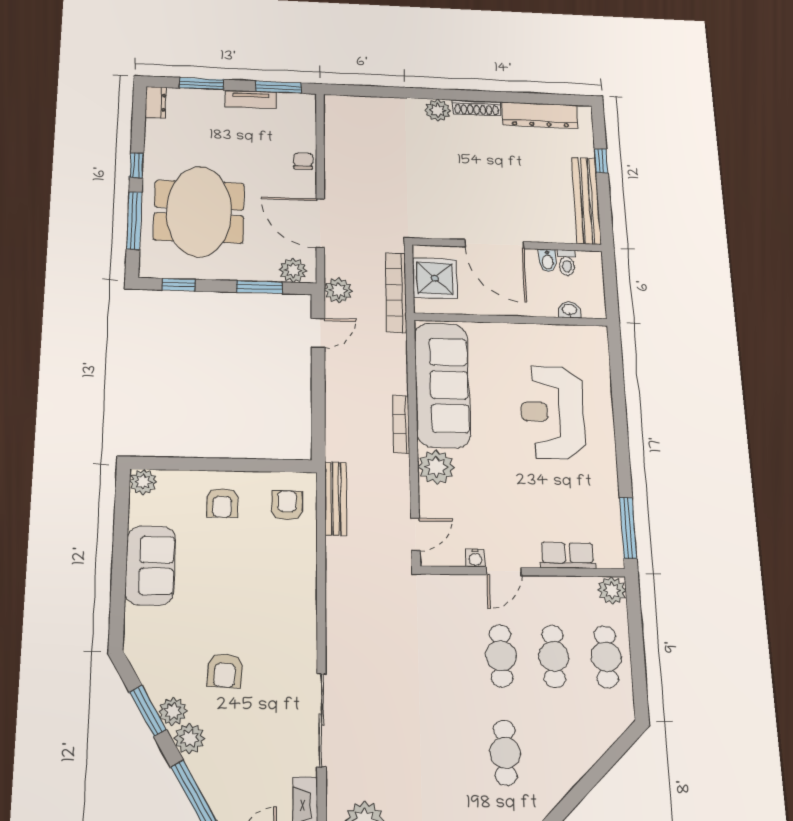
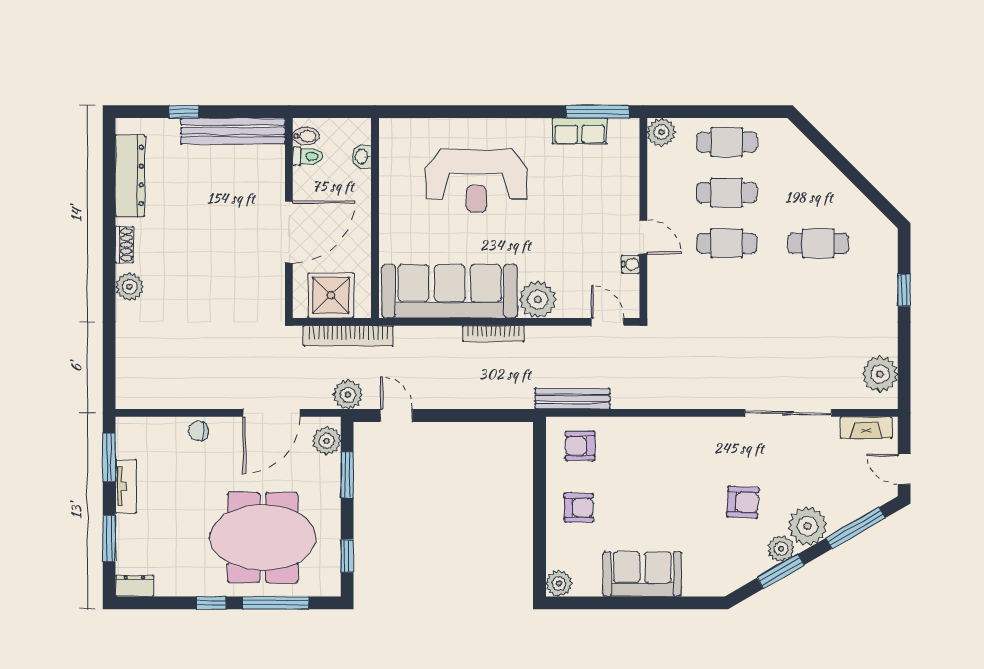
shoe rack: (476, 108) -> (124, 245), width x0.70
bidet: (548, 261) -> (306, 136), moved
row of seats: (568, 555) -> (580, 131), moved, turned -90
plant: (189, 738) -> (808, 526), width x1.36, depth x1.36

